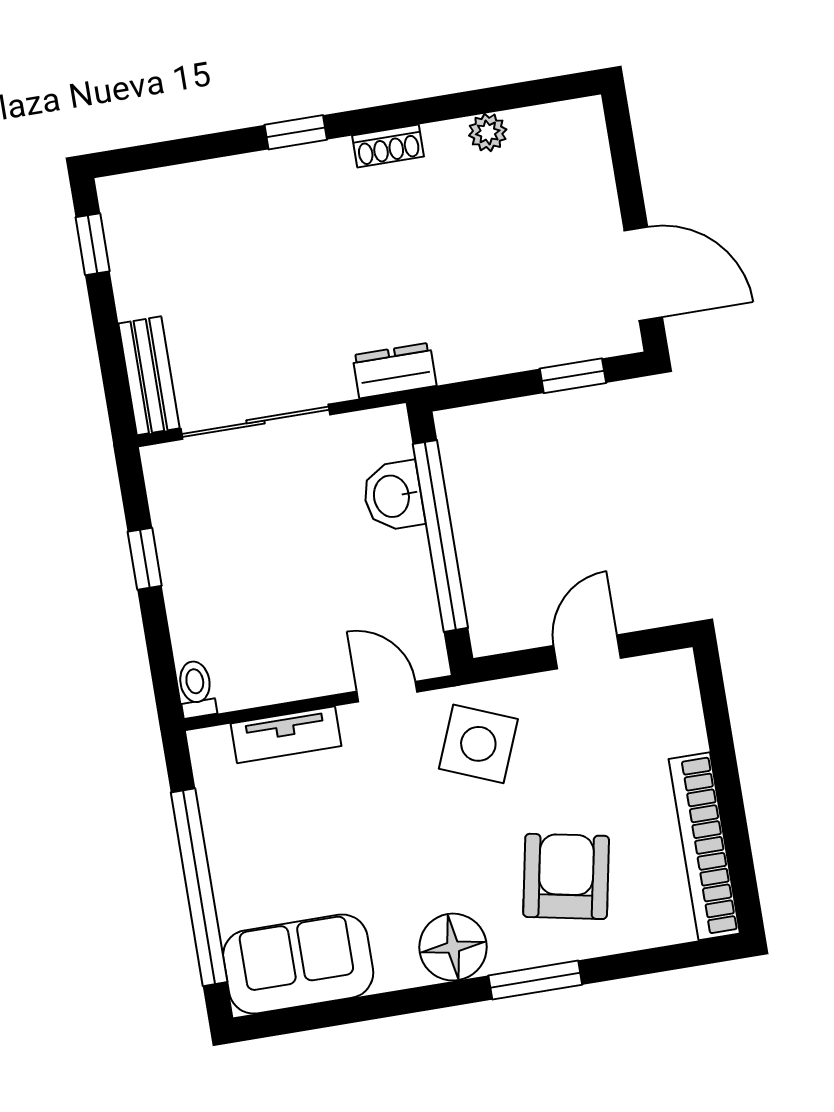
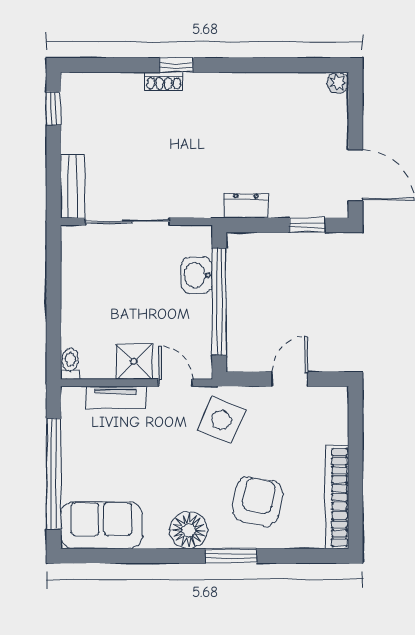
plant: (488, 132) -> (338, 83), moved
shoe rack: (388, 146) -> (164, 81), moved
dresser: (394, 370) -> (246, 206), moved
window: (145, 559) -> (54, 287), removed
shower: (308, 666) -> (134, 362), added

